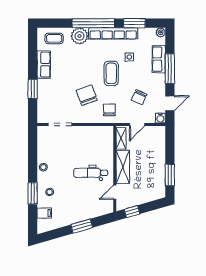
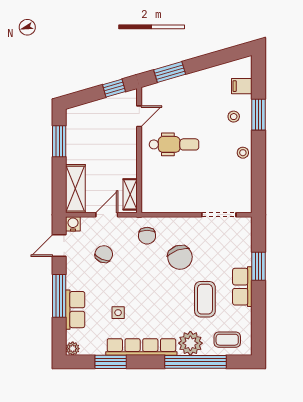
window: (93, 23) -> (196, 362), moved
row of seats: (44, 65) -> (242, 287), moved
coffee table: (111, 73) -> (205, 299), moved
shelving: (123, 167) -> (75, 189), moved
window: (82, 226) -> (170, 72), moved

